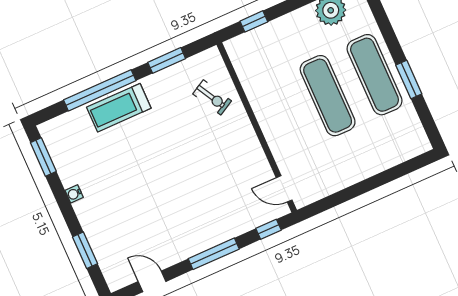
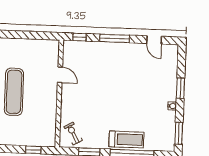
exercise bike: (212, 97) -> (73, 134), moved
door: (284, 189) -> (60, 75), moved
window: (85, 250) -> (180, 88), moved

